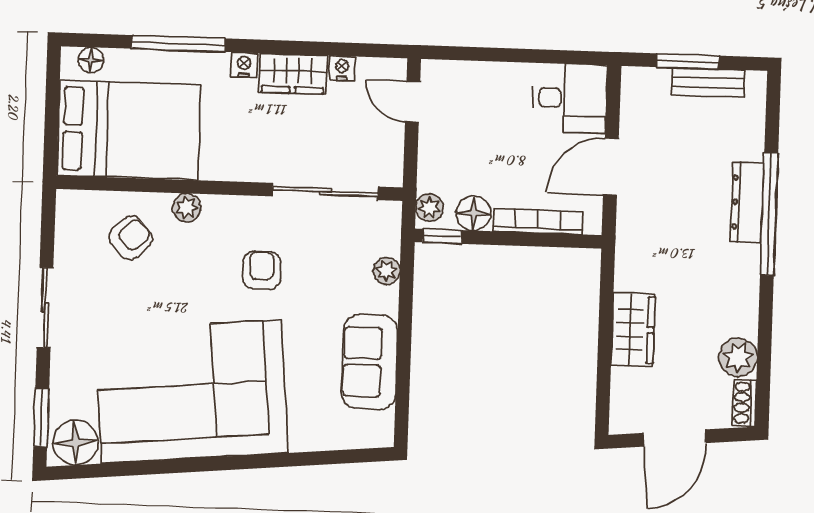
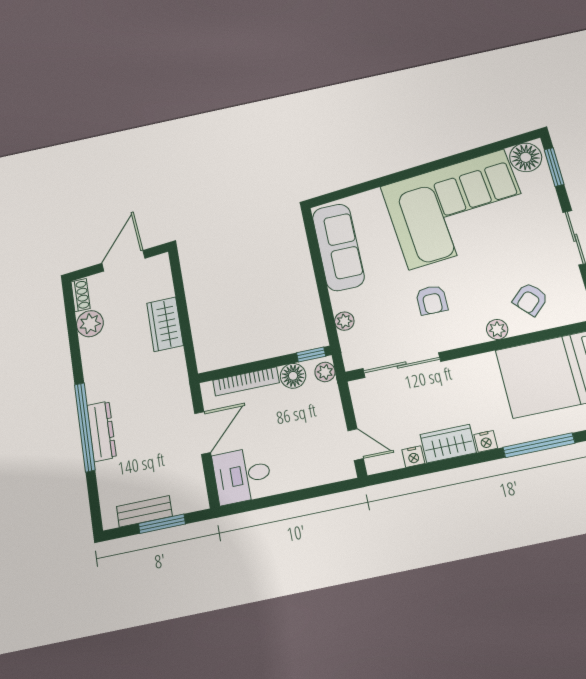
sofa: (370, 362) -> (338, 247), width x1.36

